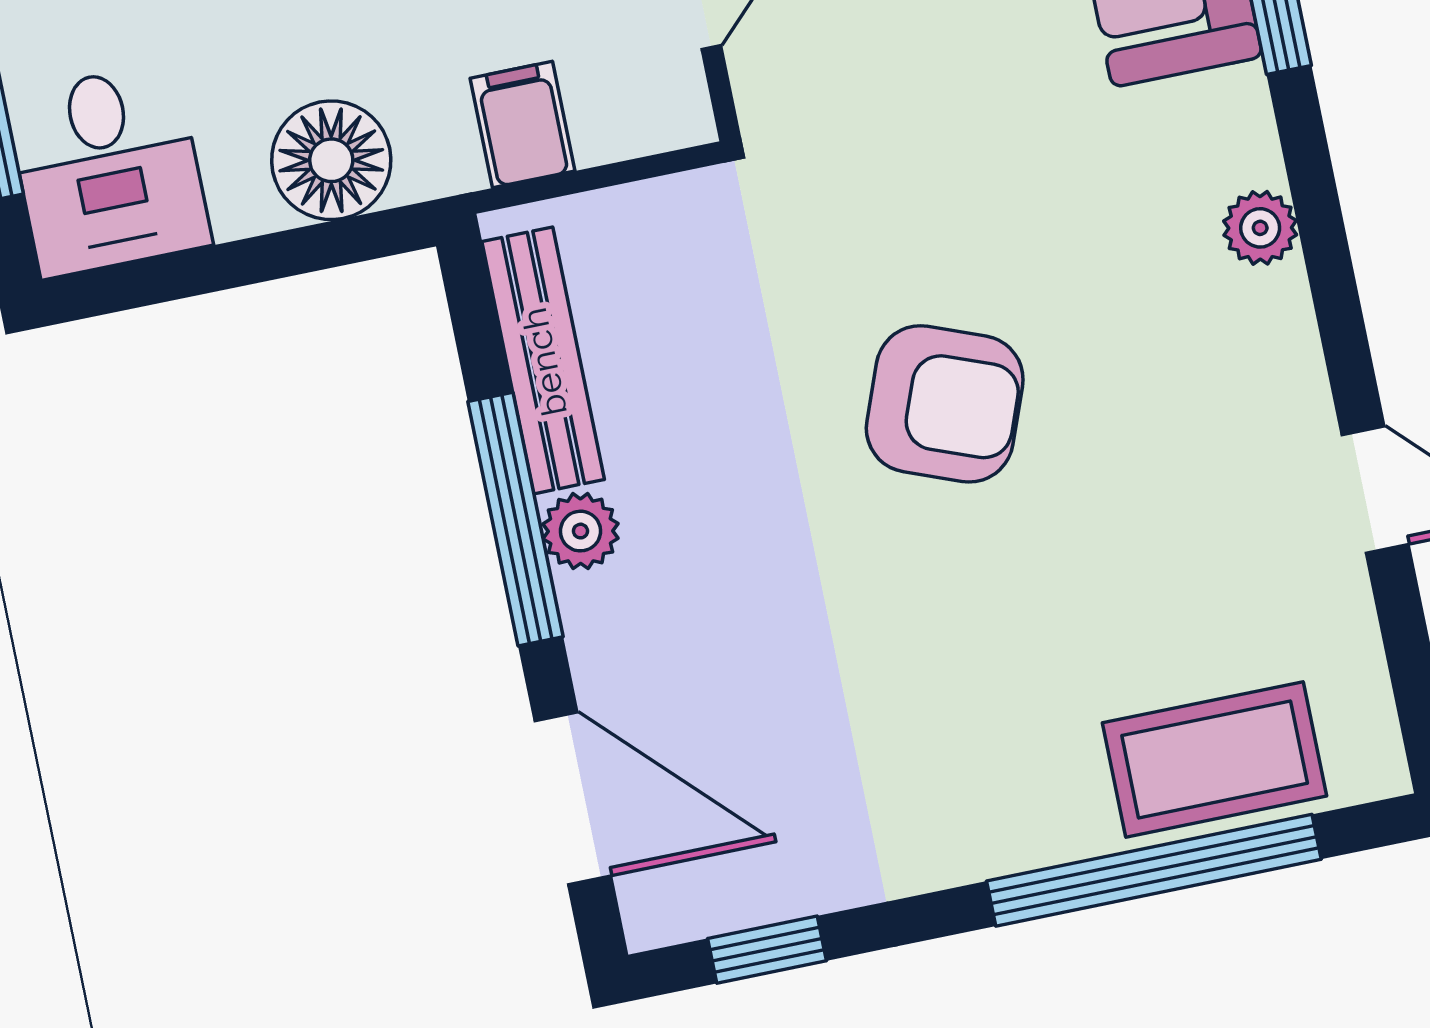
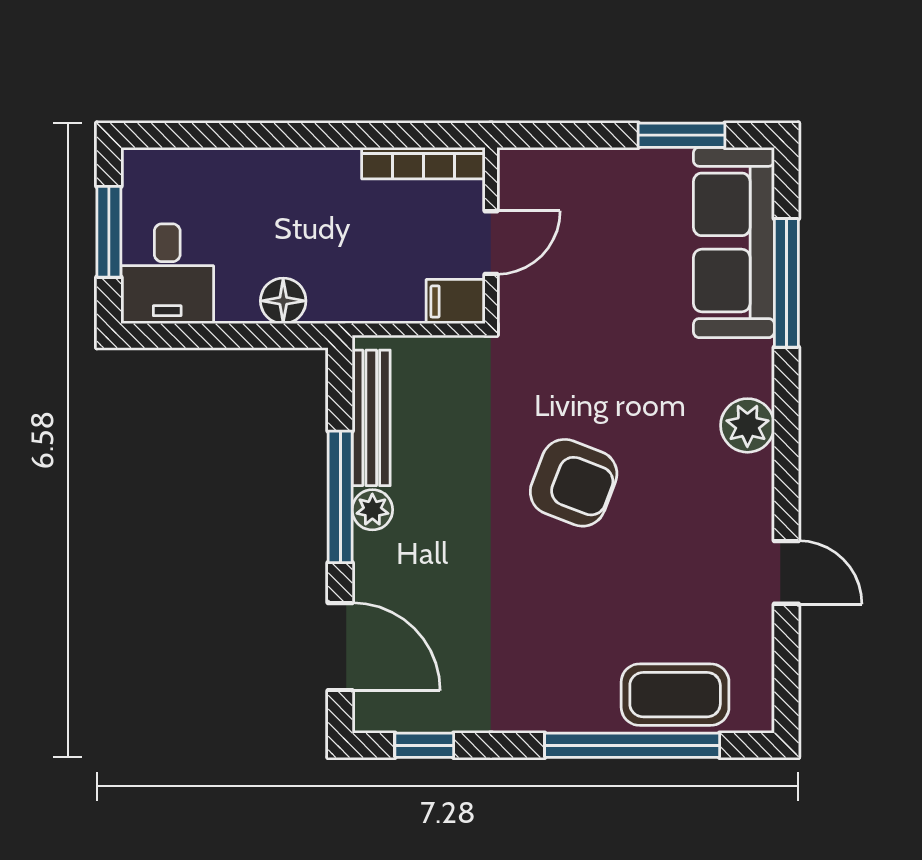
filing cabinet: (522, 125) -> (456, 302), moved, turned -90
floor lamp: (331, 160) -> (283, 301), width x0.73, depth x0.73
plant: (1260, 228) -> (747, 425), width x1.38, depth x1.38

